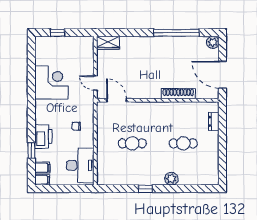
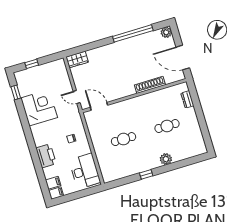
window: (31, 150) -> (16, 92), moved

